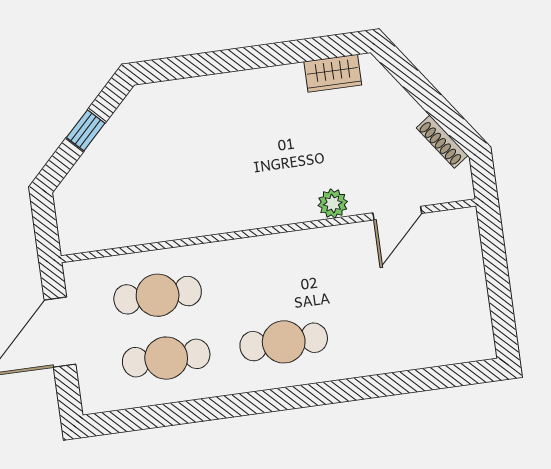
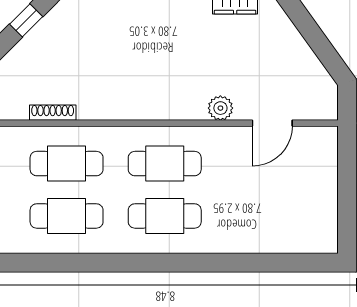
shoe rack: (442, 142) -> (53, 113), moved, turned 126
cafe table: (275, 279) -> (165, 164), added

